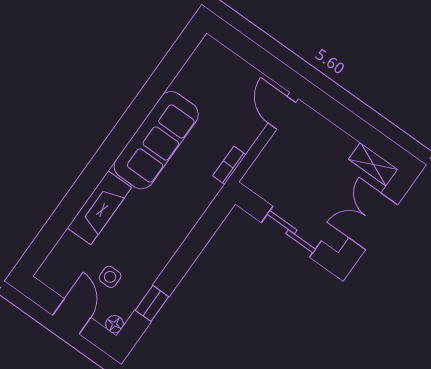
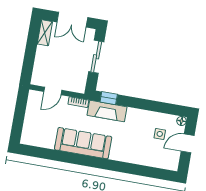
door: (282, 113) -> (53, 91), moved
fireplace: (99, 208) -> (107, 111), moved, turned 180
window: (152, 303) -> (109, 98), moved

